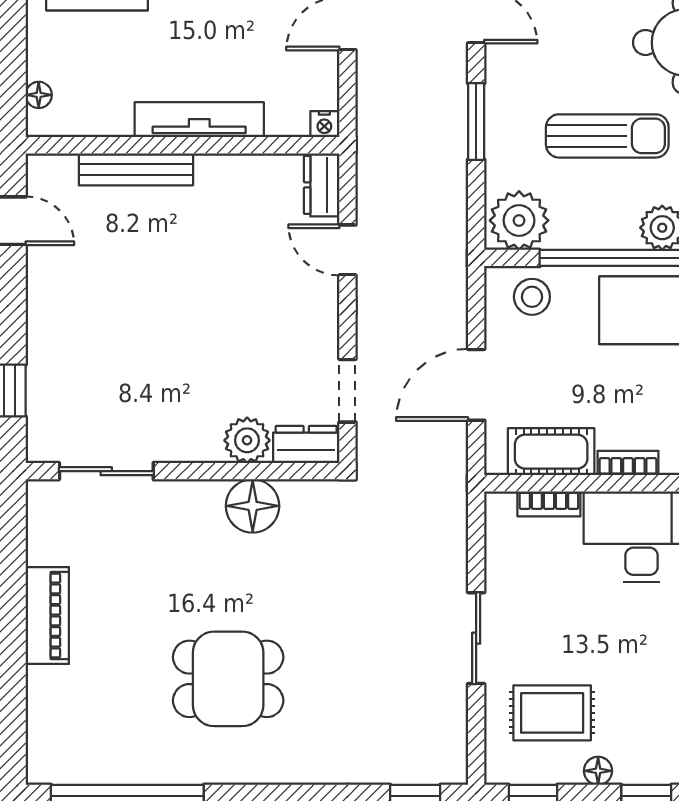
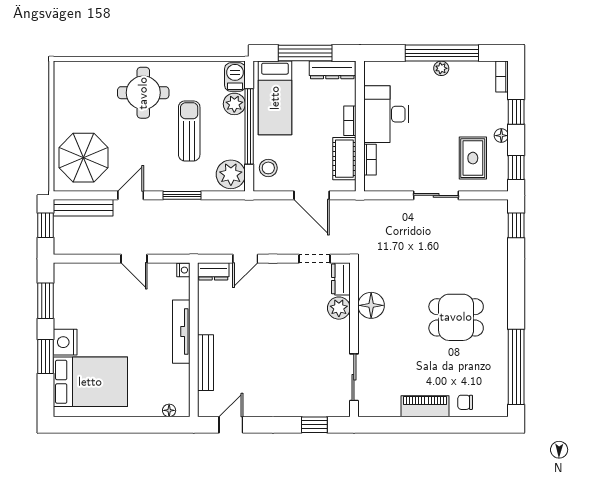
dining table: (228, 679) -> (456, 317), turned 90
chair: (55, 697) -> (465, 402), added

